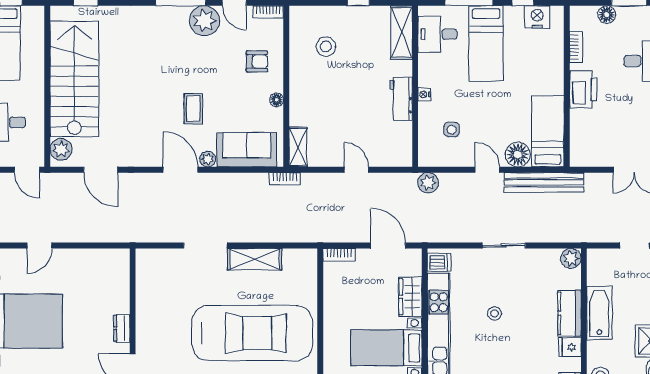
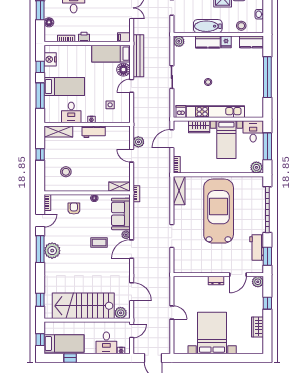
plant: (205, 21) -> (52, 251), moved
desk: (437, 34) -> (71, 112), moved
printer: (583, 89) -> (84, 37), width x0.53, depth x0.68
filing cabinet: (578, 155) -> (124, 37), added
door: (101, 170) -> (132, 292), hinge flipped
door: (356, 170) -> (132, 156), hinge flipped
plant: (428, 183) -> (138, 142), moved
door: (39, 246) -> (172, 312), moved
shelving: (255, 259) -> (179, 191), moved

